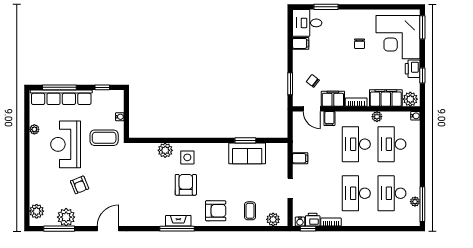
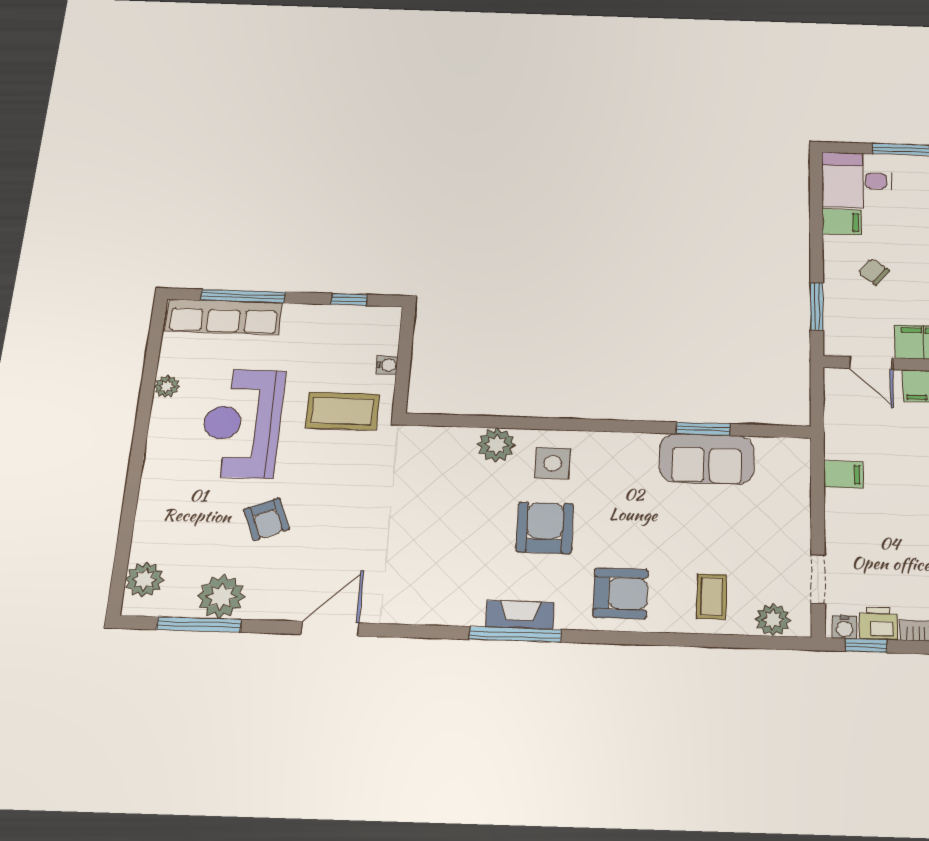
chair: (313, 81) -> (874, 272), moved
row of seats: (61, 97) -> (224, 317), width x0.73
doorway: (290, 188) -> (818, 579), moved

